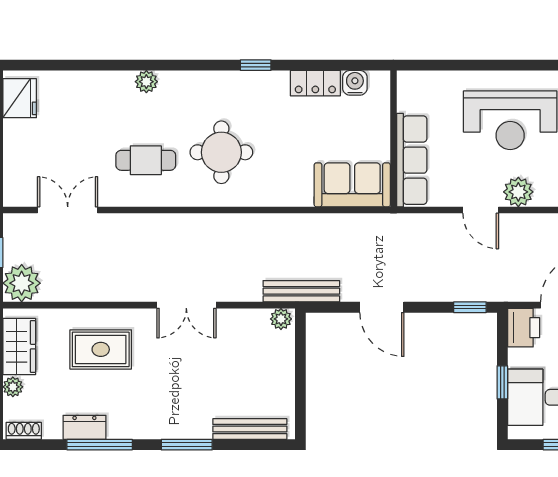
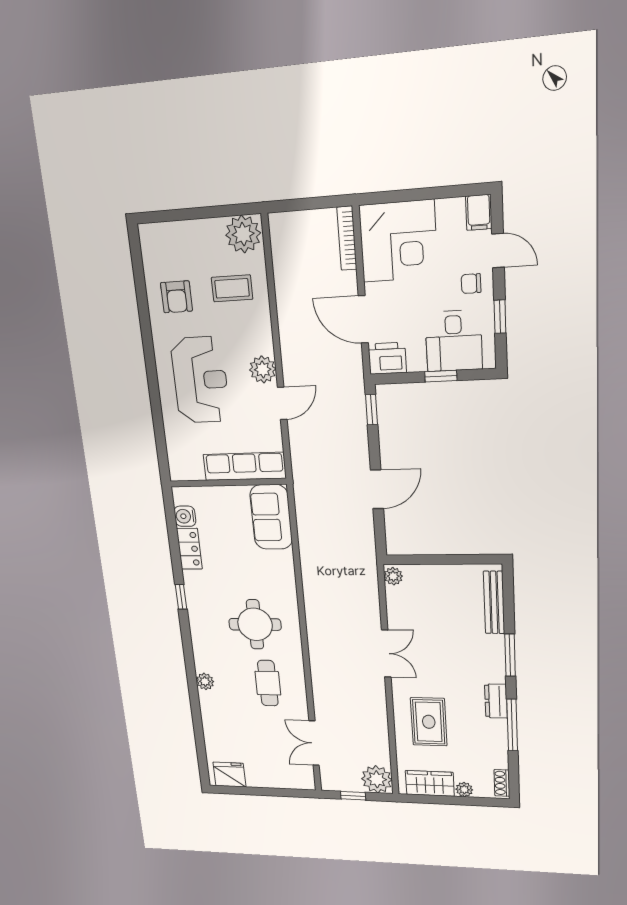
bench: (301, 291) -> (368, 559), removed
dresser: (84, 427) -> (496, 701), moved

